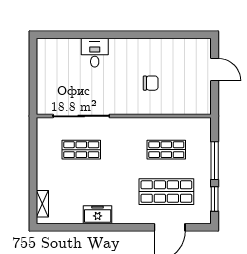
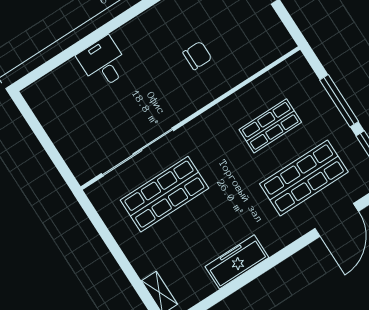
shop shelf: (81, 150) -> (164, 194), width x1.43, depth x1.36
freezer: (98, 215) -> (237, 262), width x1.40

